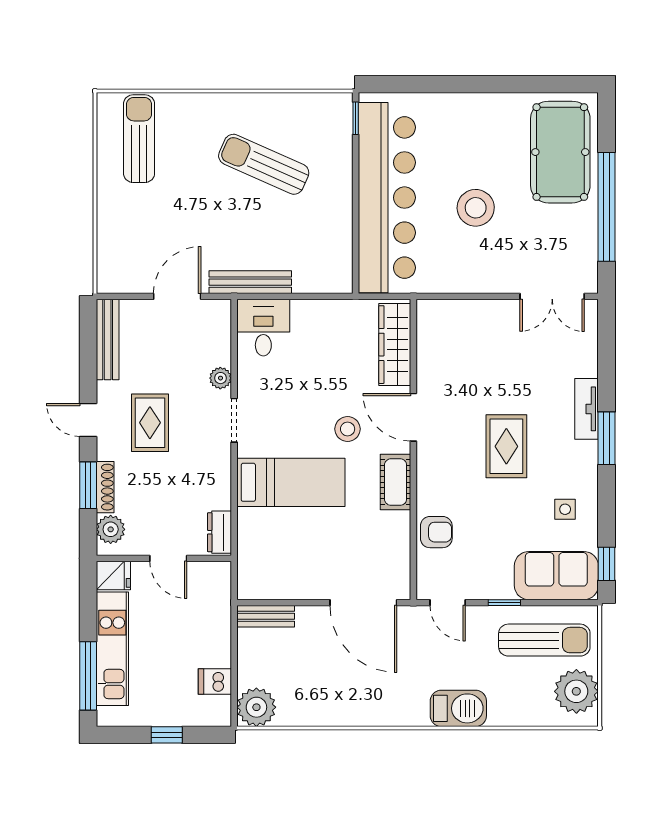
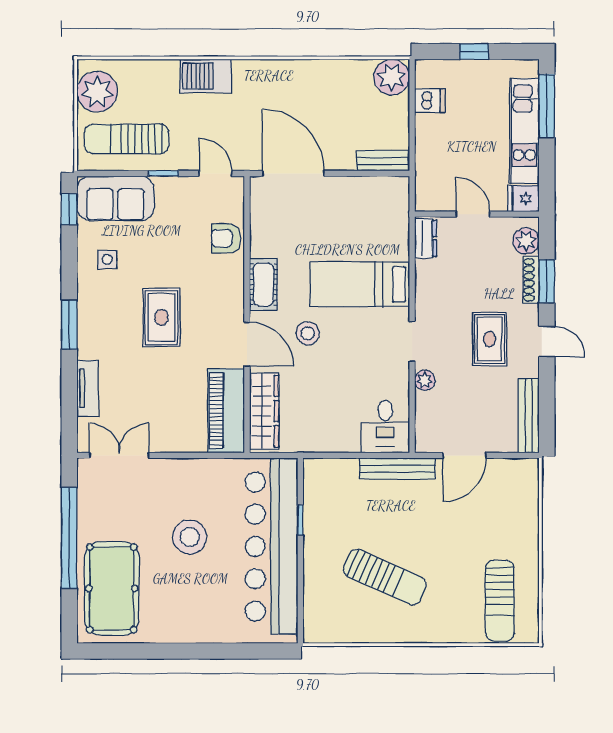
window: (356, 118) -> (300, 520), moved
piano: (436, 345) -> (226, 411), added
tv unit: (587, 409) -> (88, 388), moved

